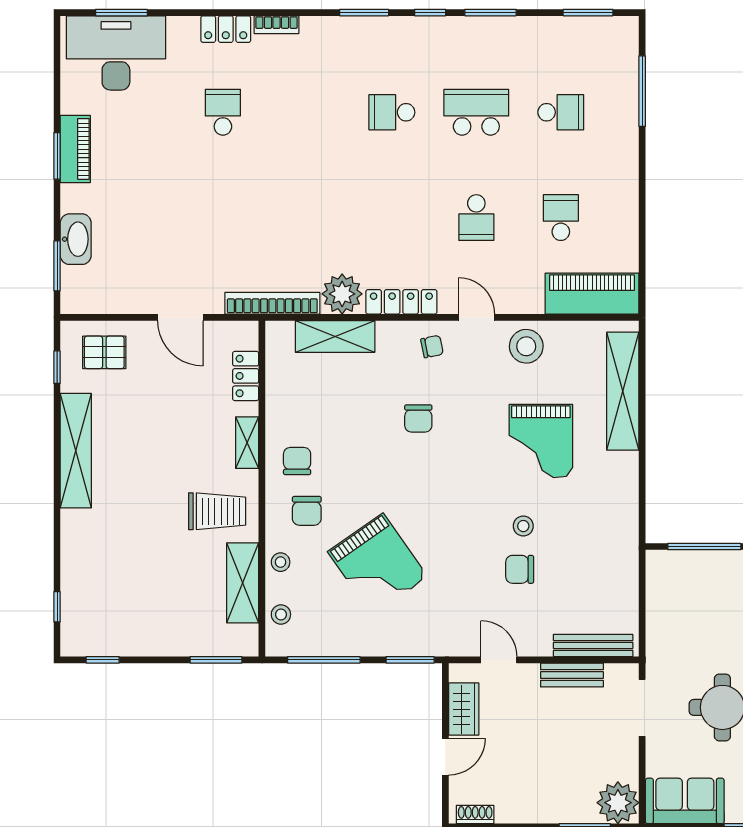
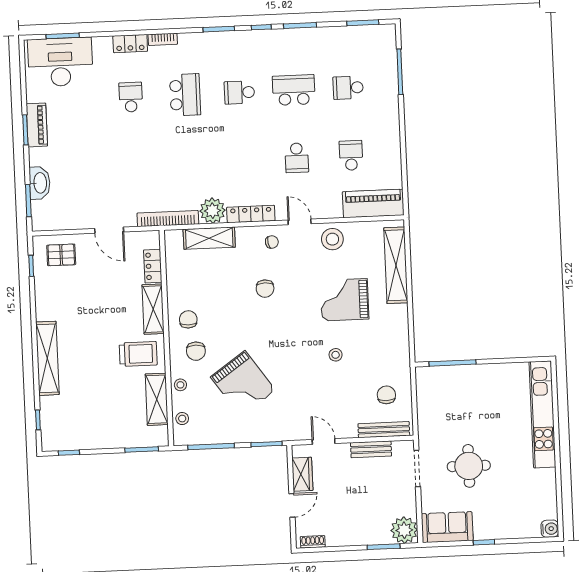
school desk: (307, 112) -> (185, 95), added
school desk: (561, 112) -> (348, 88), turned 180
grand piano: (541, 441) -> (345, 300), turned 90
shelving: (247, 443) -> (153, 309), width x1.50, depth x1.33
shelving: (76, 451) -> (47, 358), moved
chair: (520, 569) -> (386, 395), moved, turned 90

